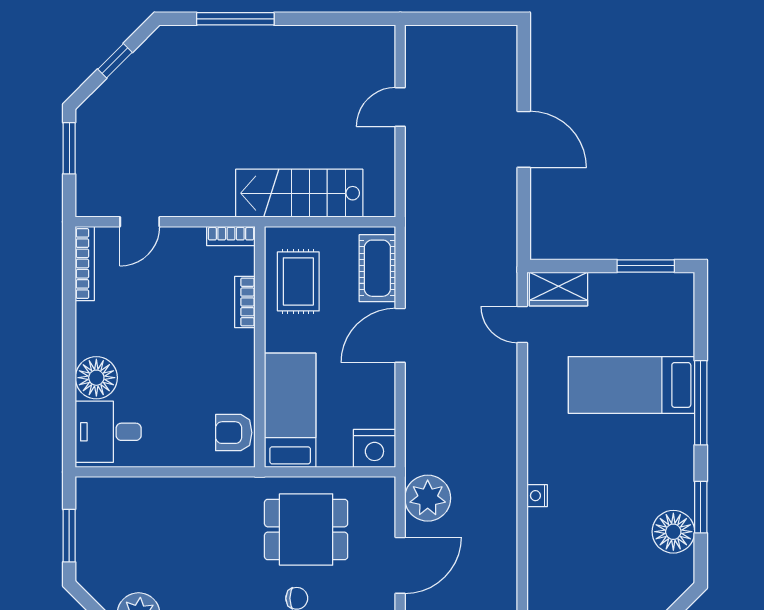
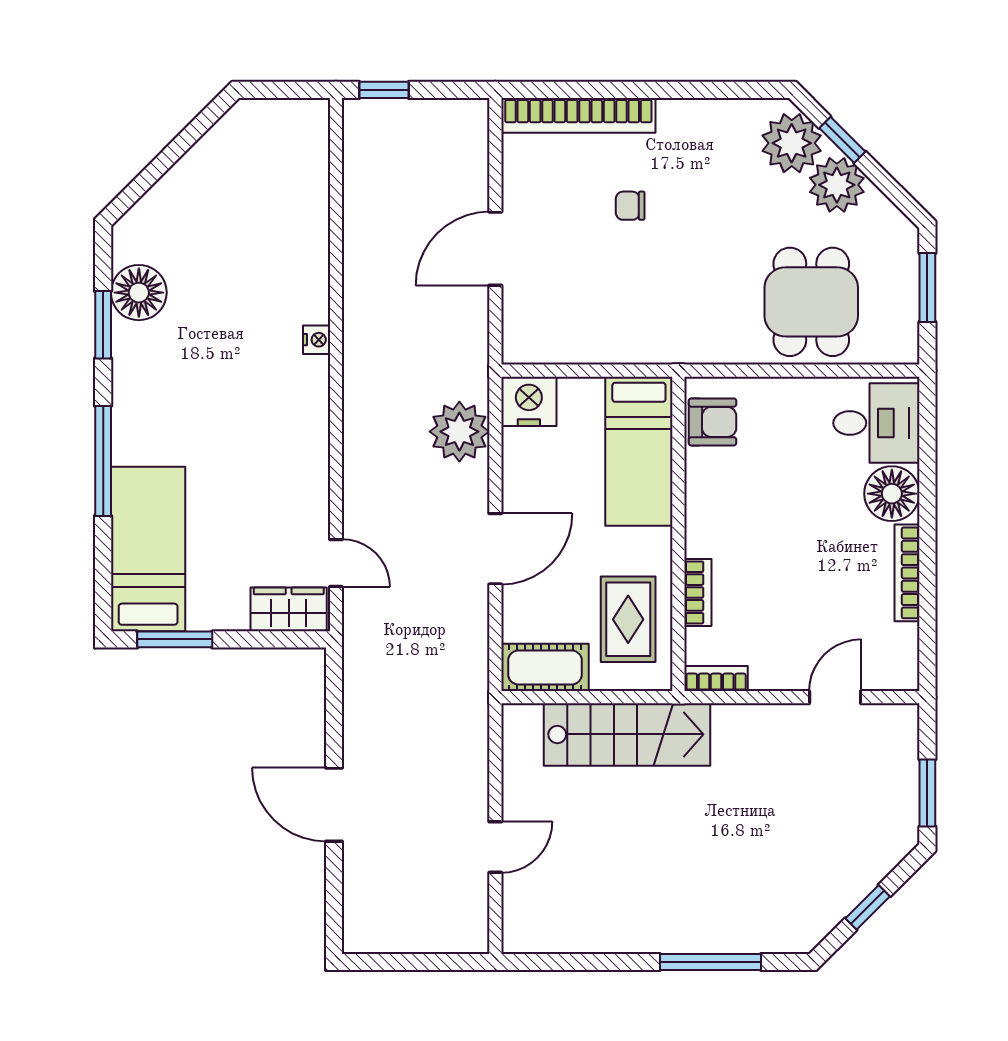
bookcase: (85, 264) -> (907, 573), moved
cot: (377, 268) -> (545, 667), moved, turned 90
bed: (631, 385) -> (148, 549), moved, turned -90
plant: (428, 498) -> (459, 432), moved
dining table: (306, 529) -> (811, 302), moved, turned 90

